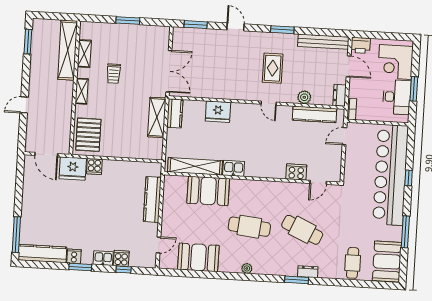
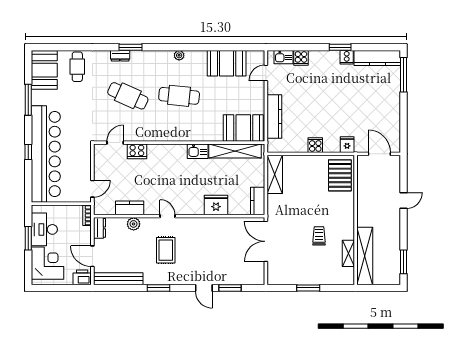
window: (196, 25) -> (230, 288), moved
shelving: (82, 91) -> (349, 217), removed
kitchen counter: (315, 114) -> (130, 208), width x0.67
shelving: (157, 117) -> (275, 174), moved
cooker: (94, 166) -> (315, 145), moved
fridge: (73, 168) -> (347, 145), width x0.53, depth x0.75
booth: (208, 191) -> (243, 128), moved
kitchen sink: (103, 258) -> (283, 57), moved
window: (124, 270) -> (298, 47), removed

